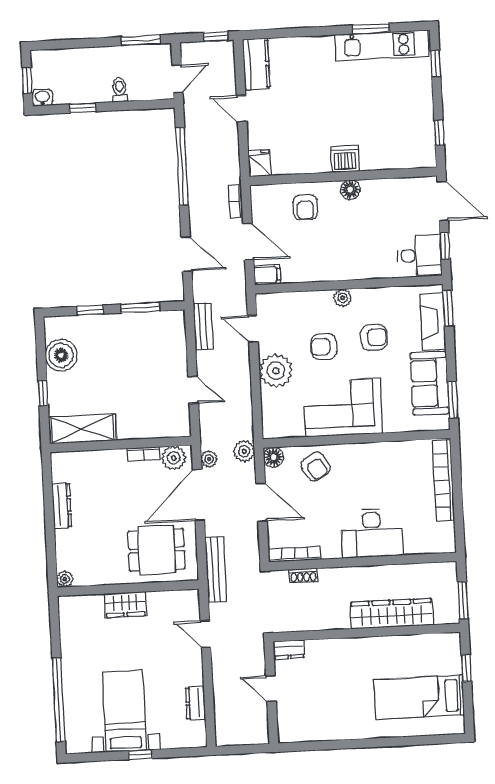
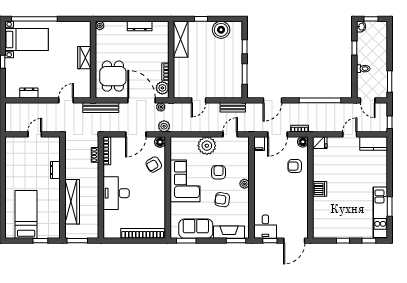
window: (439, 133) -> (343, 241), moved
floor lamp: (350, 190) -> (303, 142), moved
armchair: (374, 337) -> (222, 200), turned 98
dresser: (289, 649) -> (55, 170), moved
bed with nightstands: (124, 711) -> (27, 39), moved

